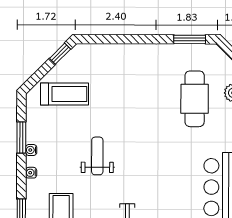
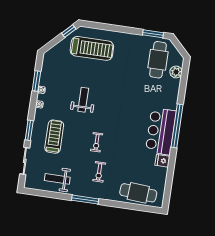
treadmill: (65, 94) -> (92, 48), moved, width x1.37, depth x1.38
cafe table: (195, 99) -> (158, 60), moved

